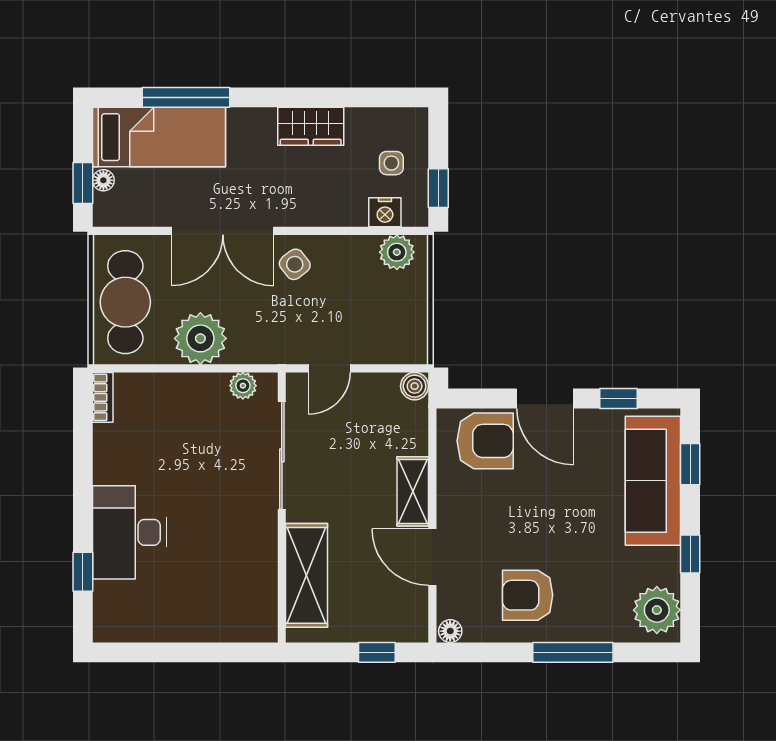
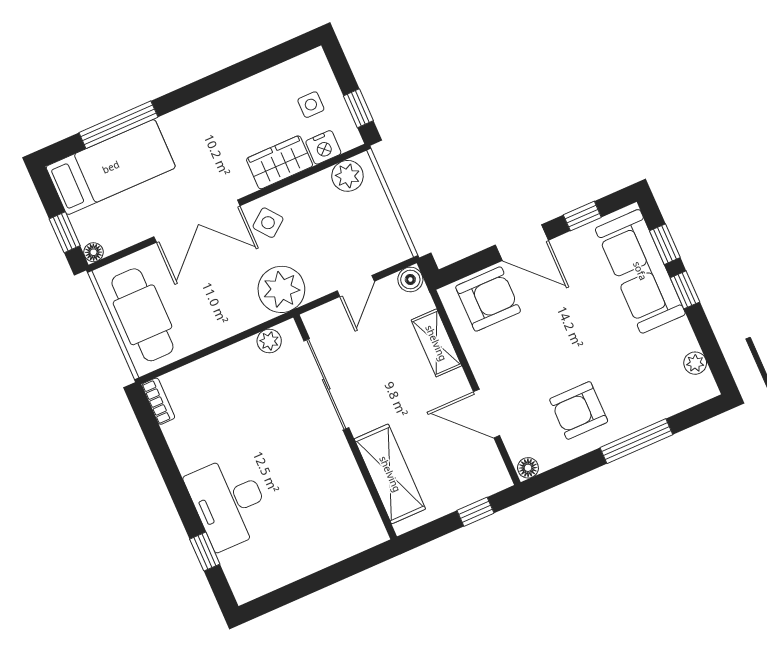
wardrobe: (311, 126) -> (280, 162), moved, turned 180
floor lamp: (103, 180) -> (94, 252), moved
plant: (200, 338) -> (281, 289), moved
door: (329, 368) -> (356, 286), moved
shelving: (413, 491) -> (436, 343), moved
window: (690, 554) -> (685, 290), moved
plant: (657, 610) -> (695, 363), width x0.53, depth x0.53

